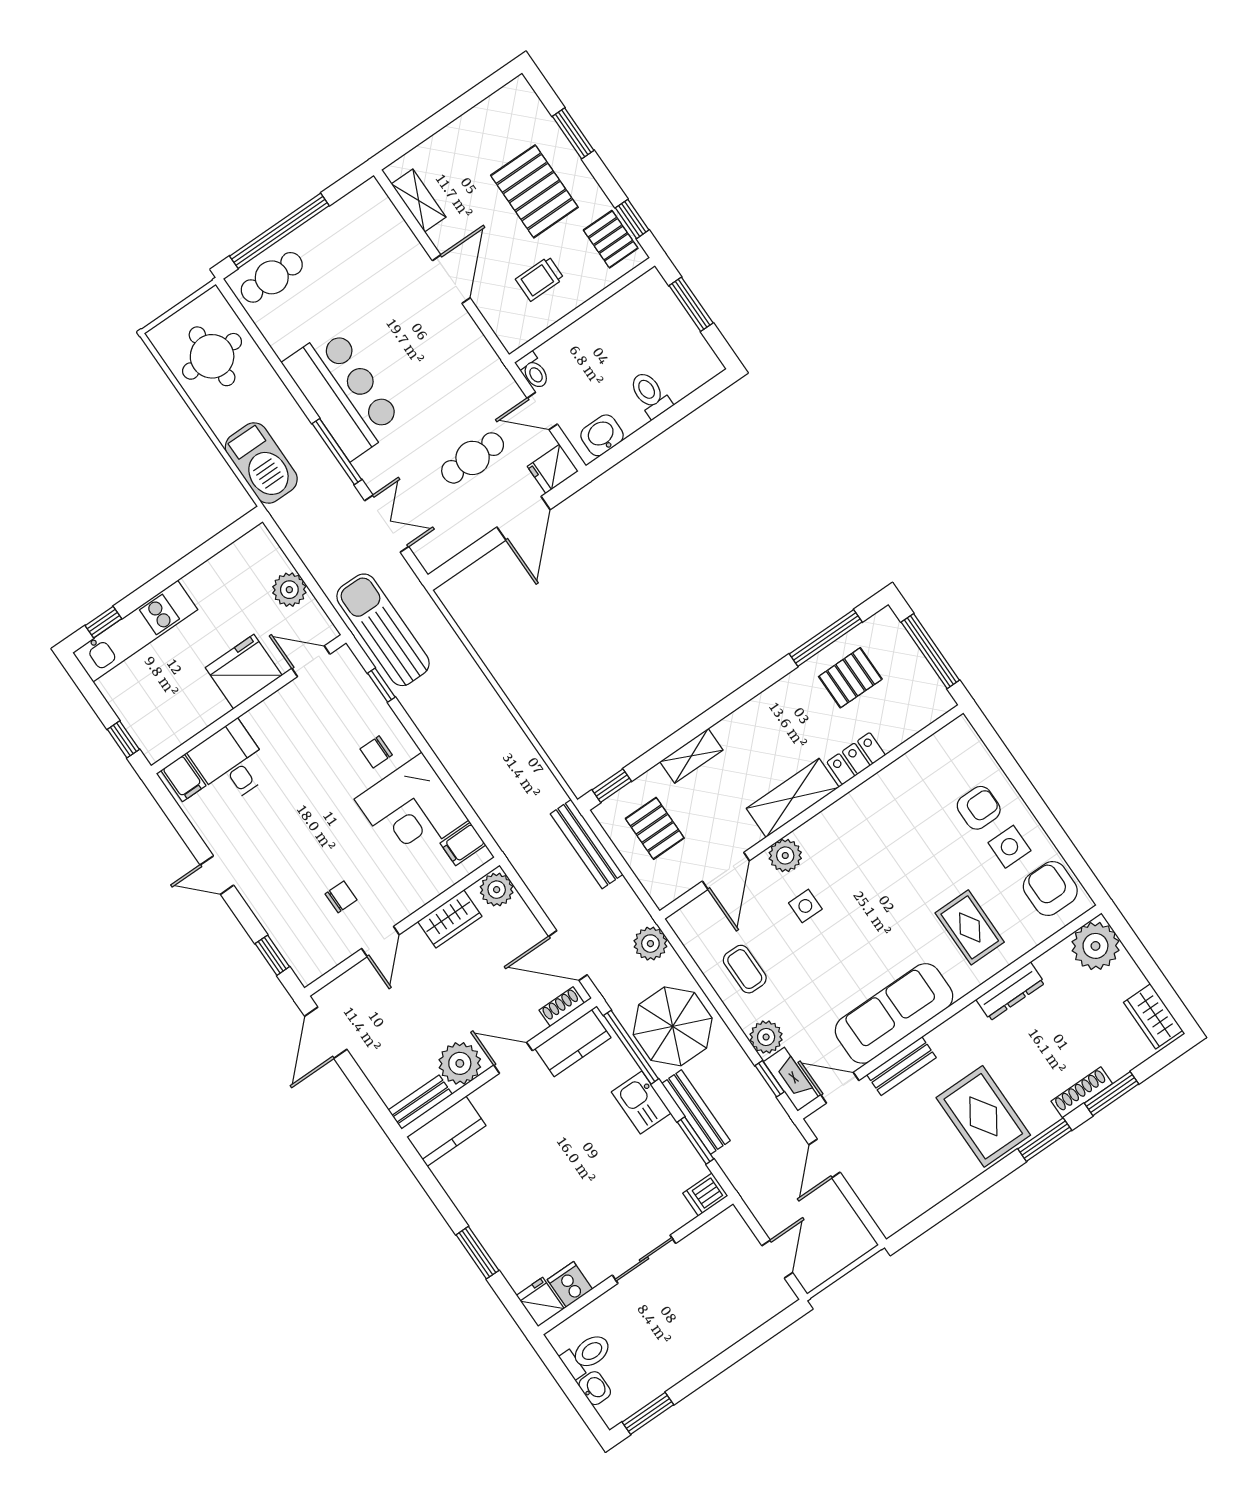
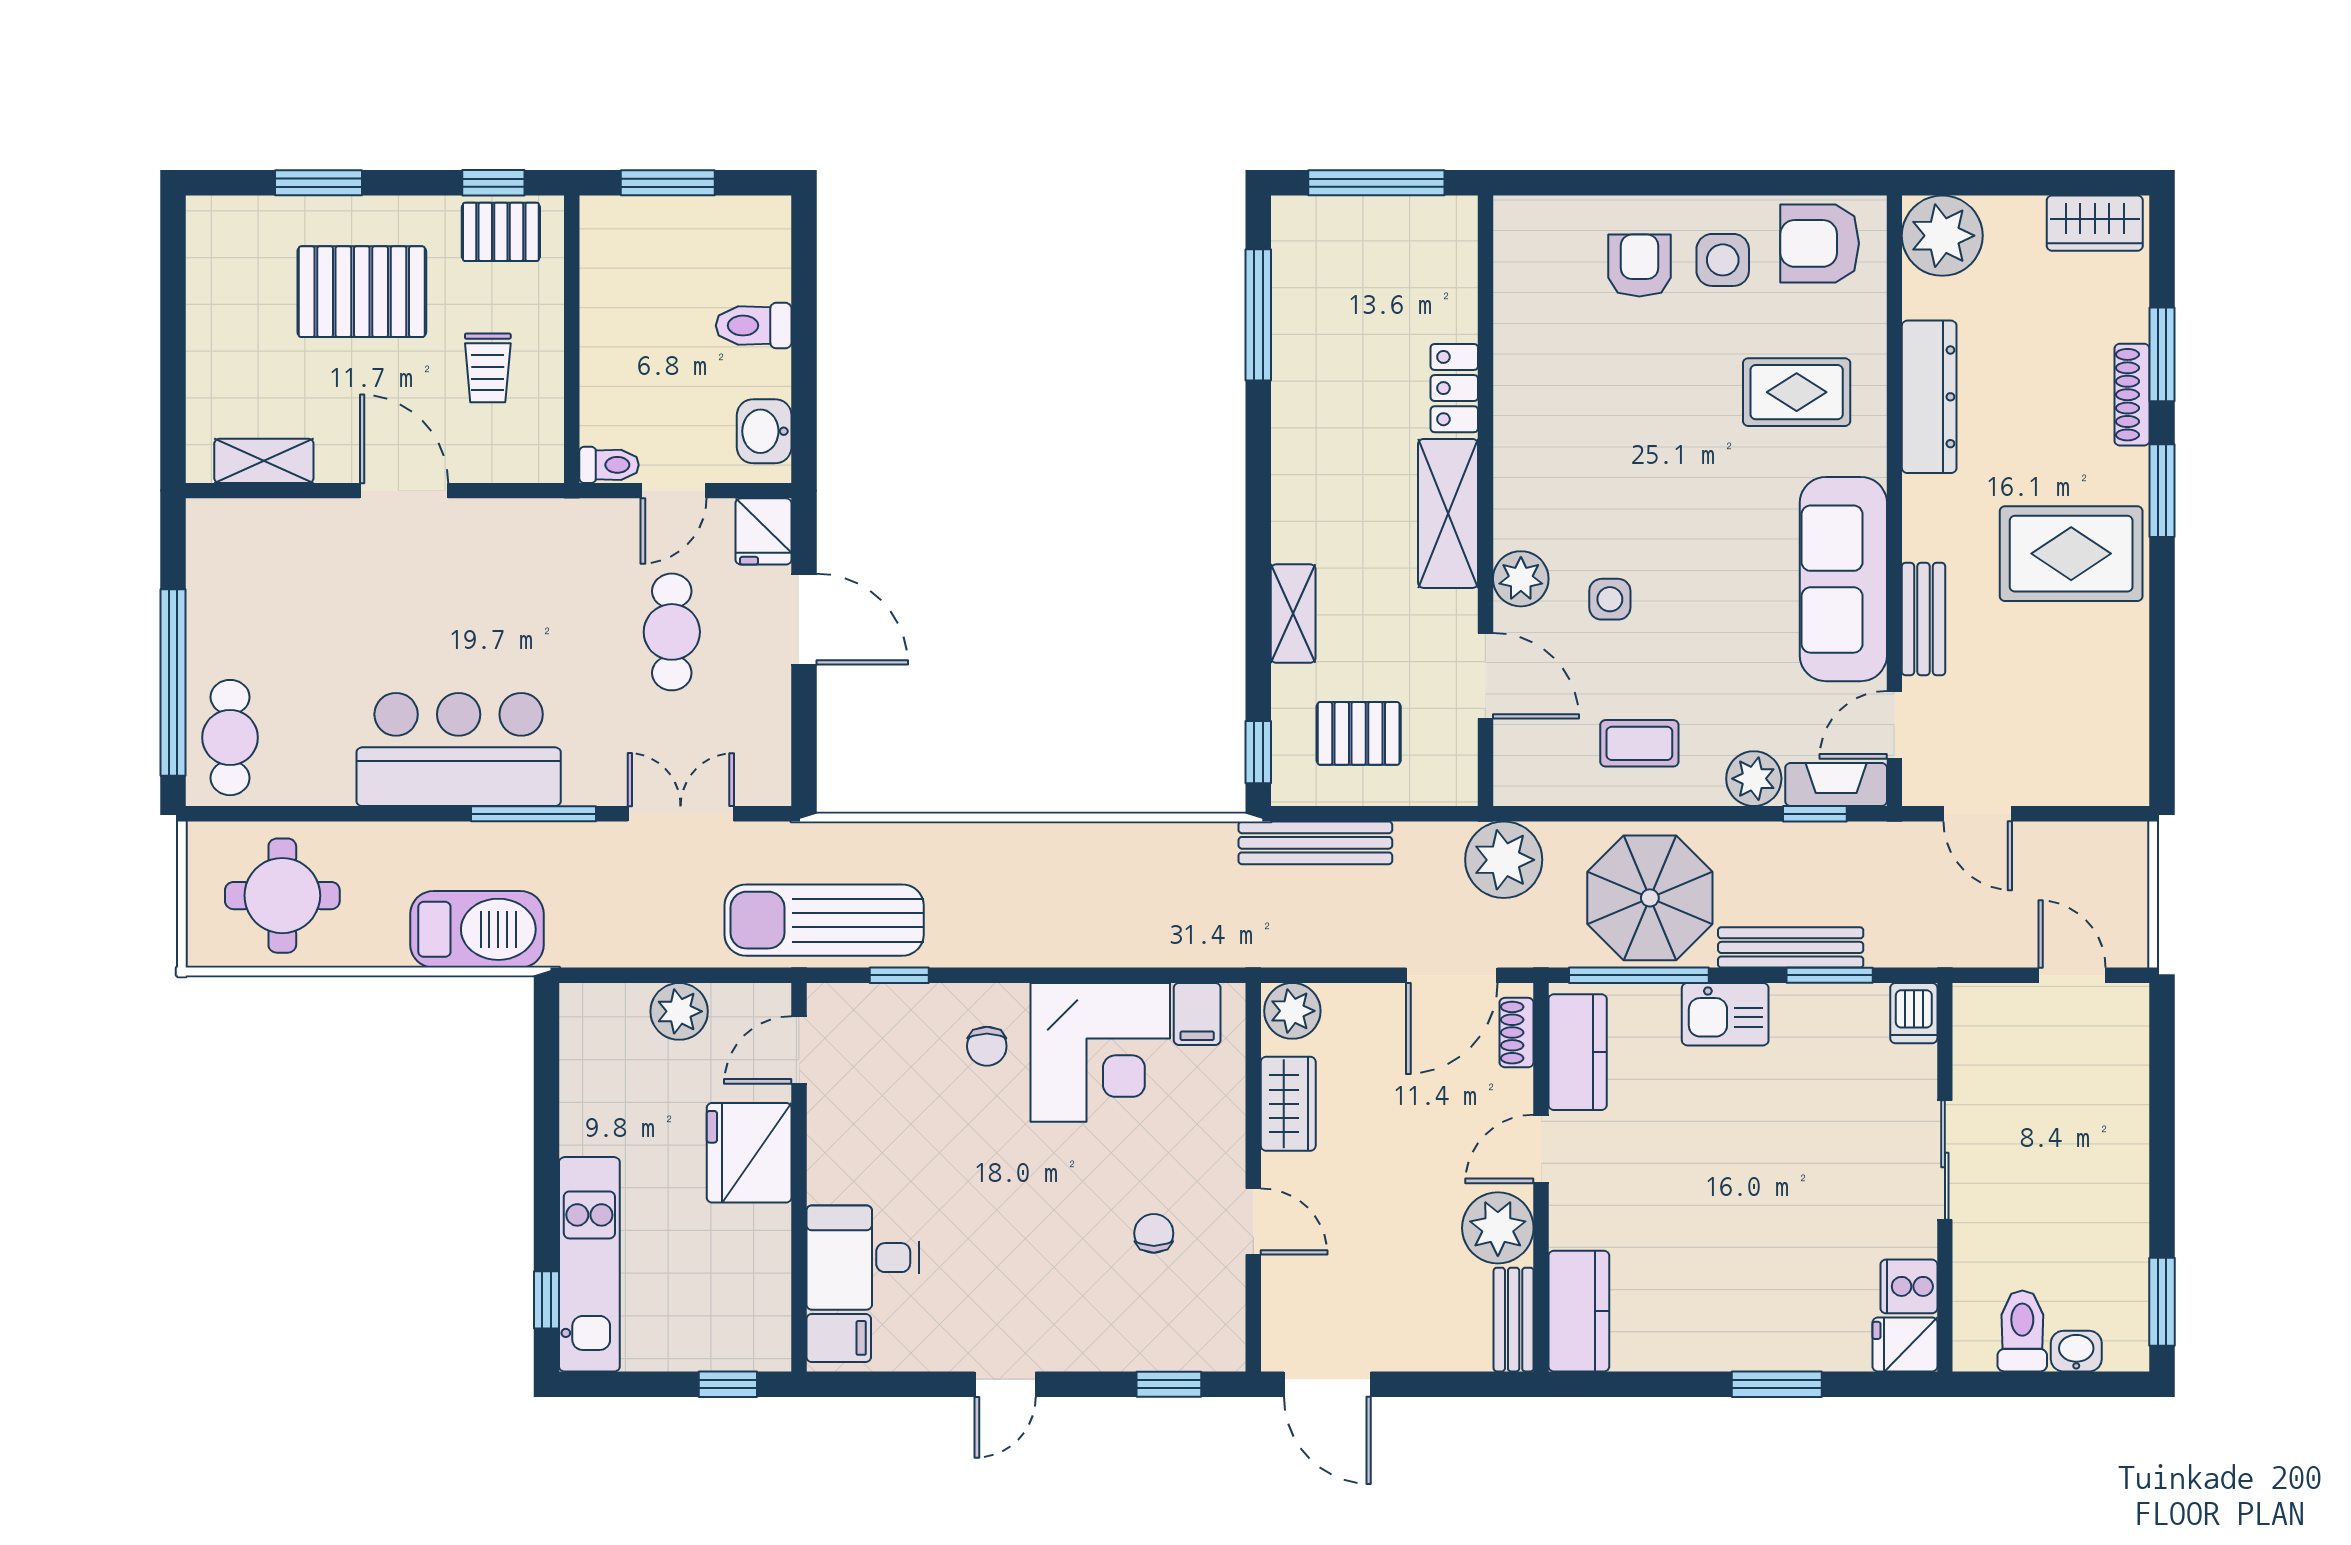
pallet: (850, 678) -> (1337, 319), removed
plant: (650, 944) -> (1504, 860), width x1.36, depth x1.36
dresser: (1010, 991) -> (1929, 397), width x1.37, depth x1.24

